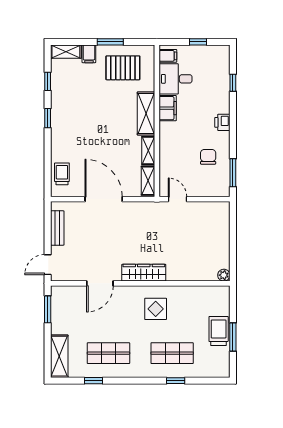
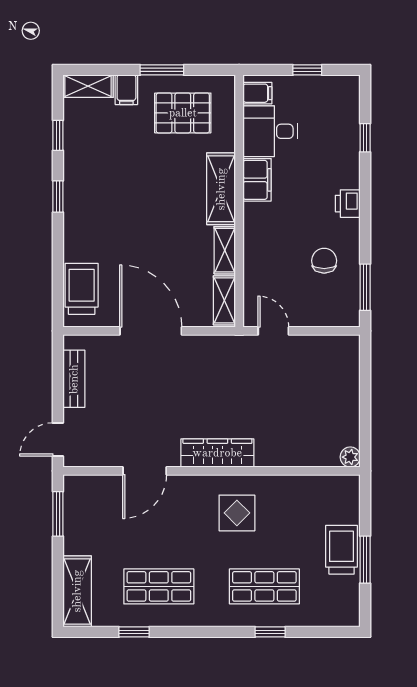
trolley: (62, 174) -> (82, 289), width x1.36, depth x1.39

